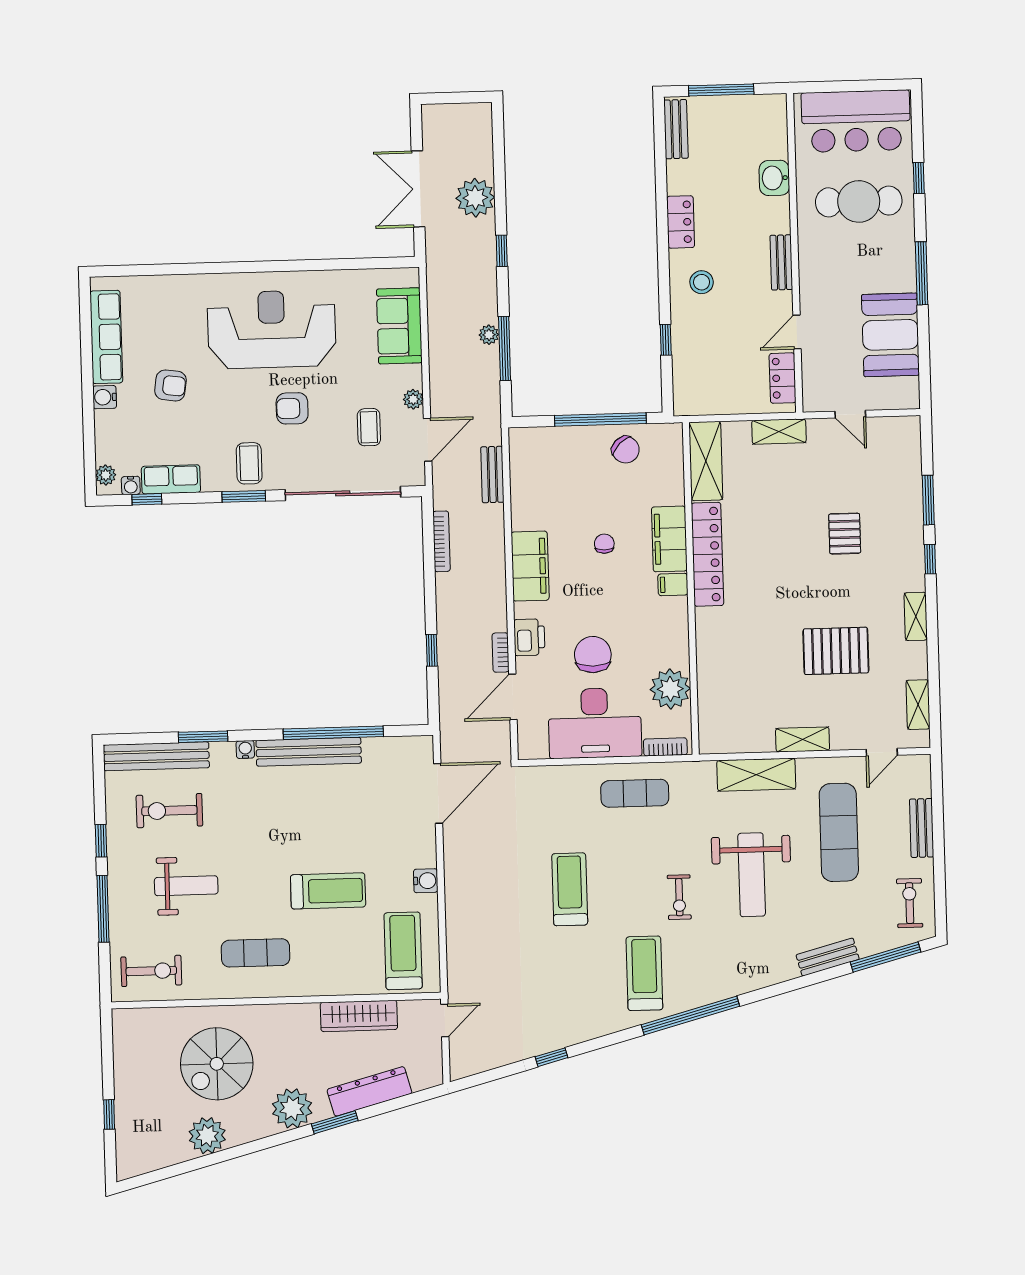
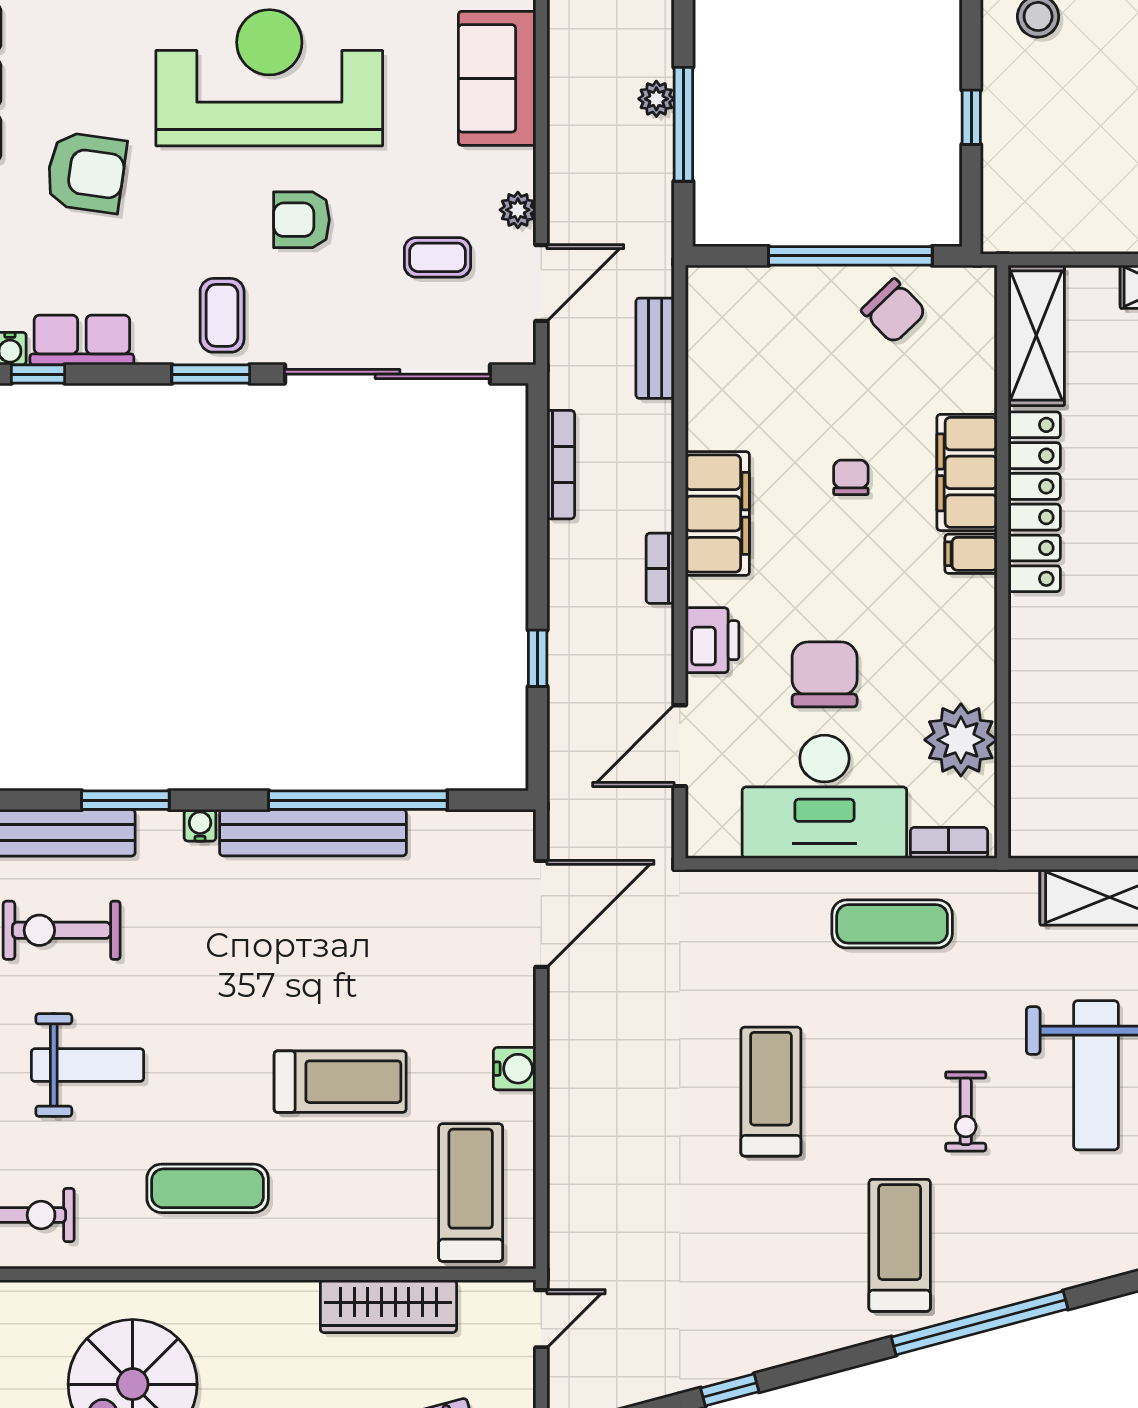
armchair: (170, 385) -> (86, 172), width x1.38, depth x1.38
coffee table: (369, 427) -> (437, 257), turned 90
bookcase: (501, 652) -> (660, 568), moved

